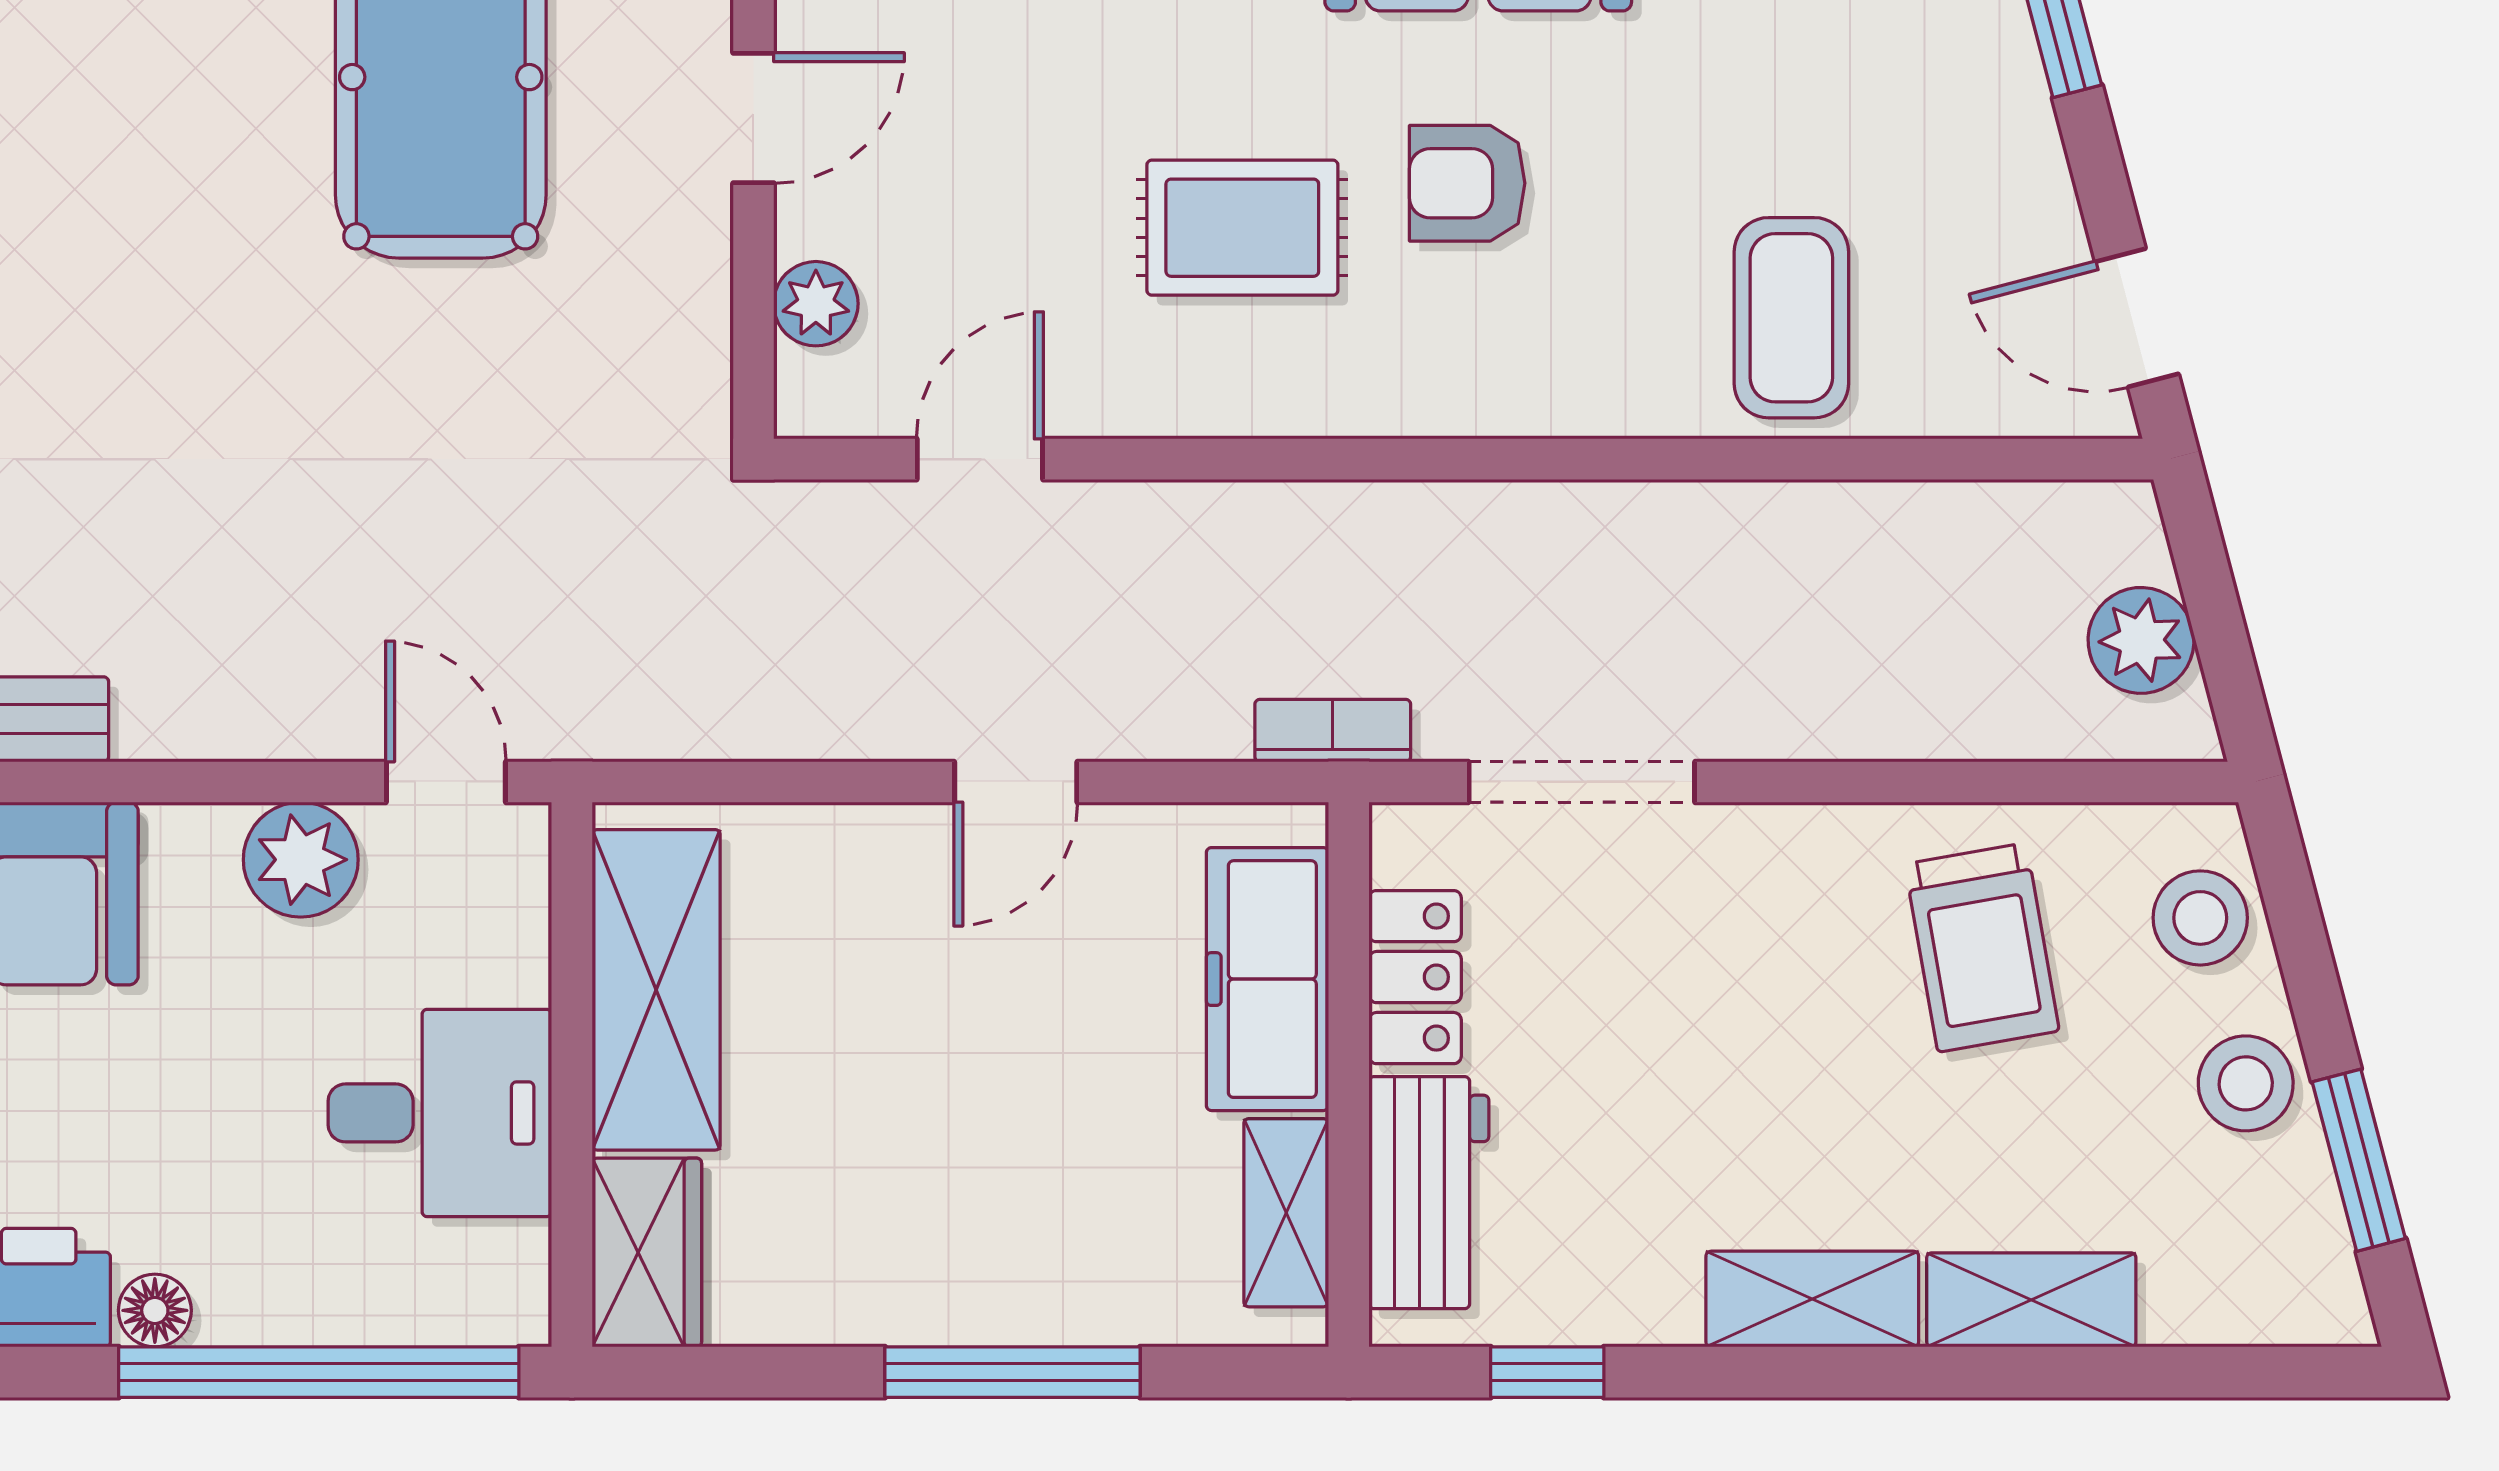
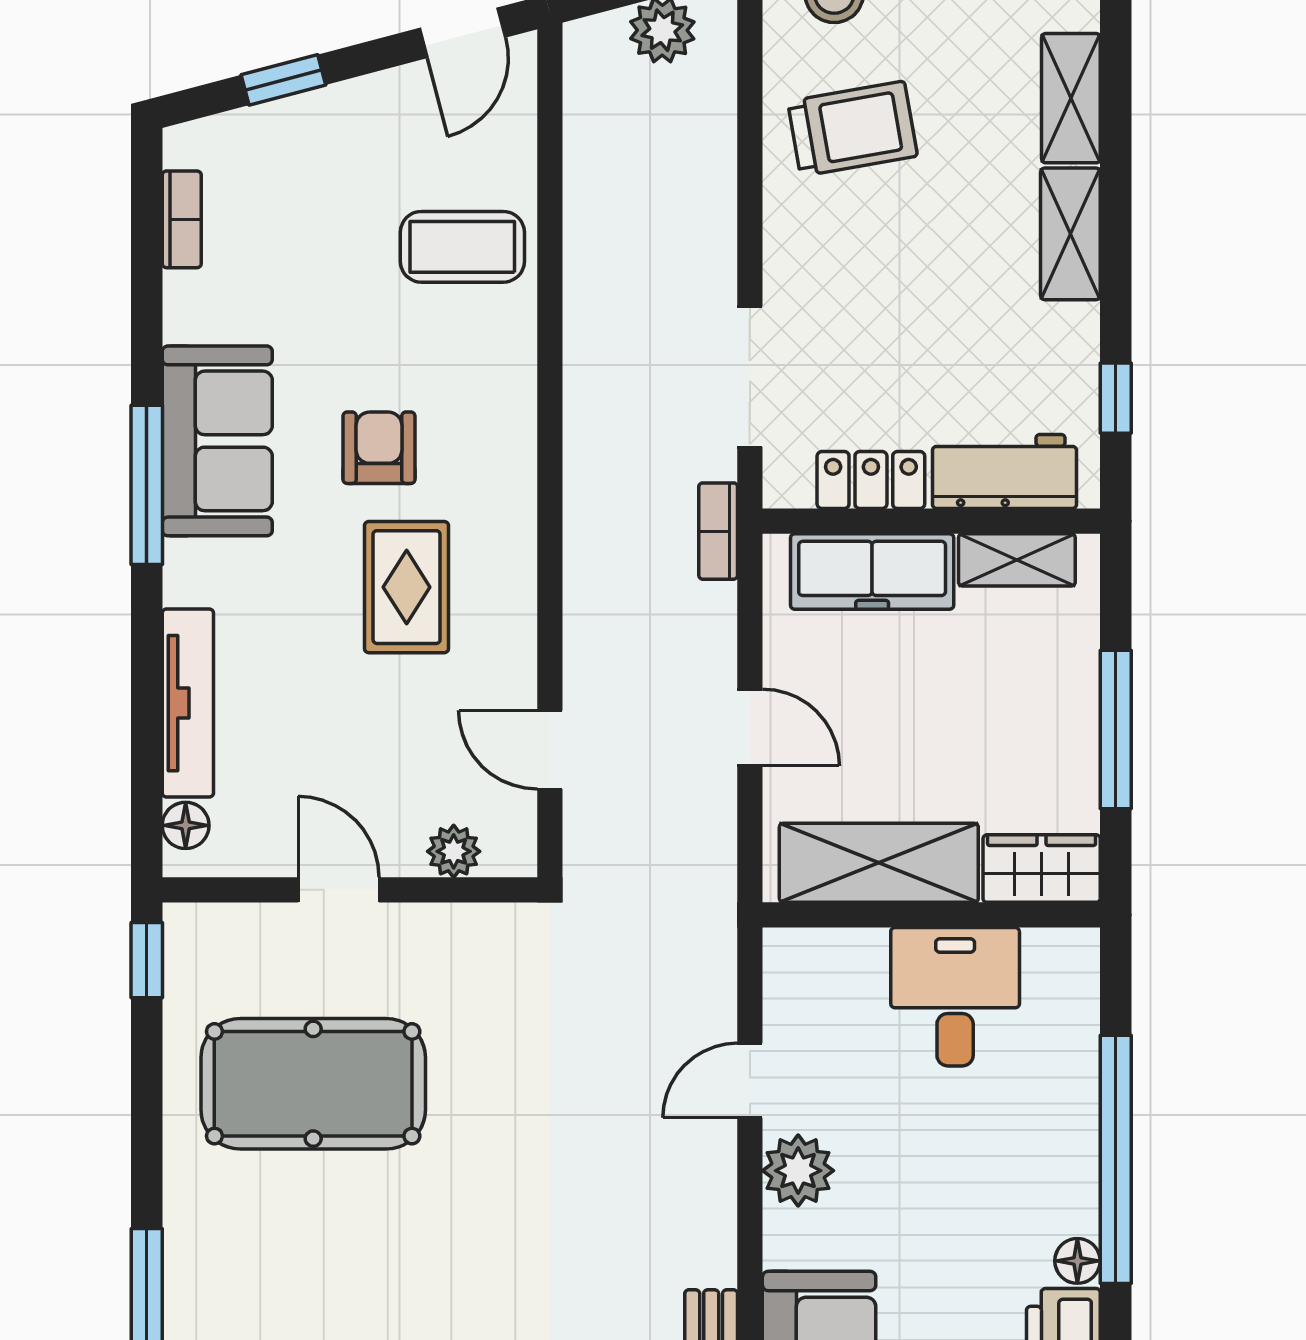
armchair: (1467, 183) -> (379, 448), turned 180
shelving: (656, 990) -> (879, 863), moved
wall: (572, 1075) -> (931, 915), moved
desk: (440, 1113) -> (955, 997), moved
wardrobe: (647, 1253) -> (1042, 869), moved

